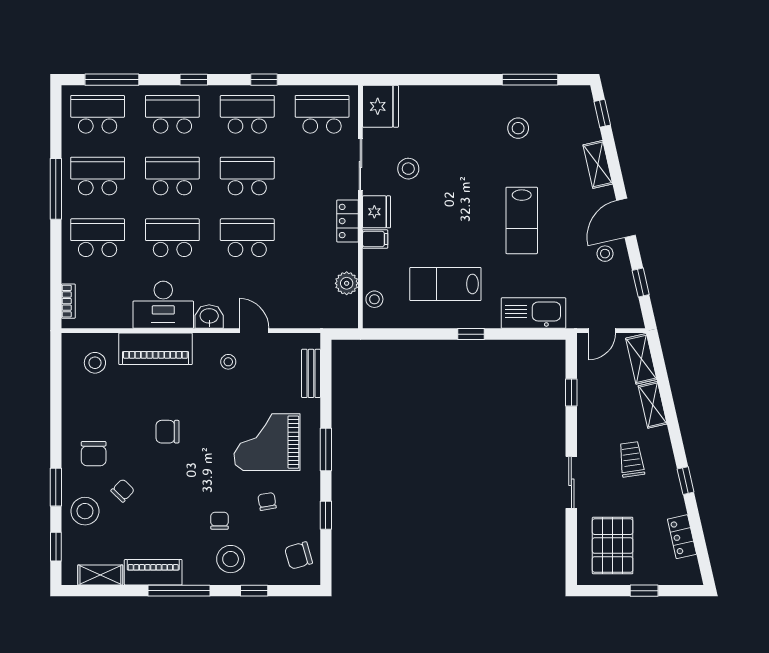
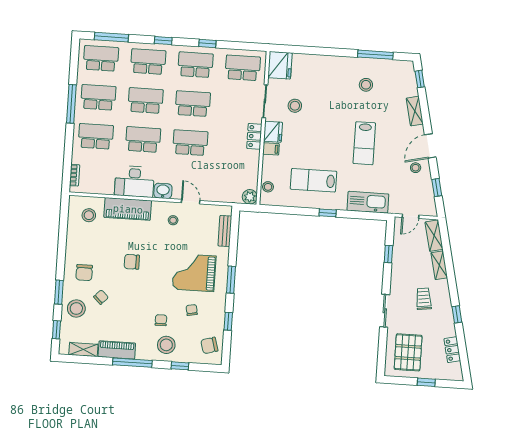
plant: (347, 283) -> (250, 197), moved

